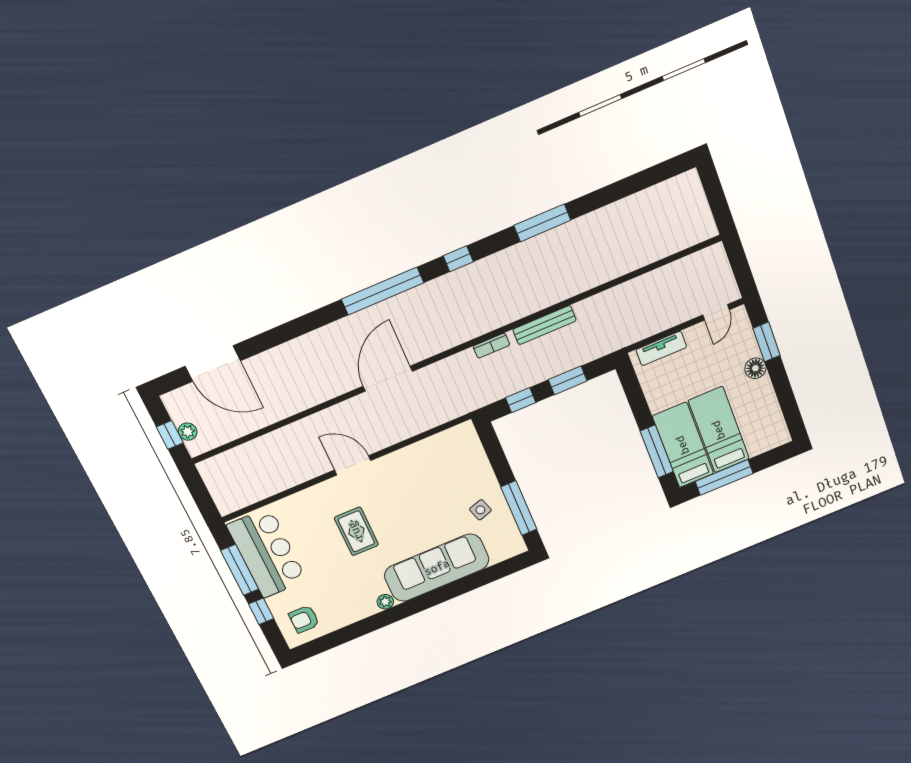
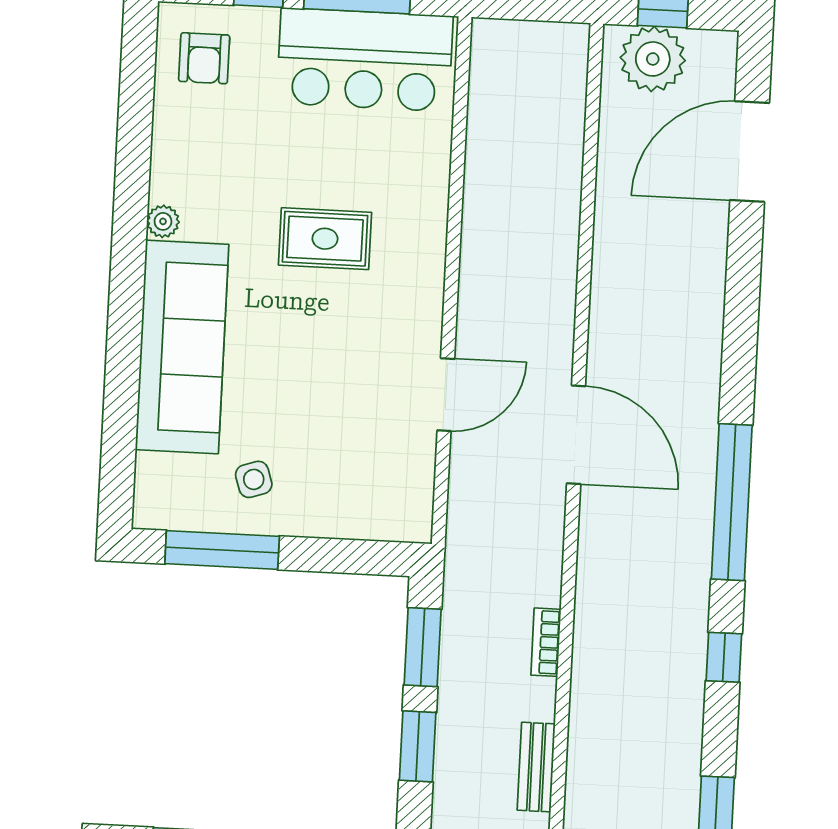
bench: (545, 325) -> (536, 767), width x0.73
window: (521, 400) -> (423, 647), width x1.50
plant: (188, 432) -> (653, 59), width x1.87, depth x1.87
door: (353, 465) -> (446, 395), moved
armchair: (304, 619) -> (204, 58), turned 180

